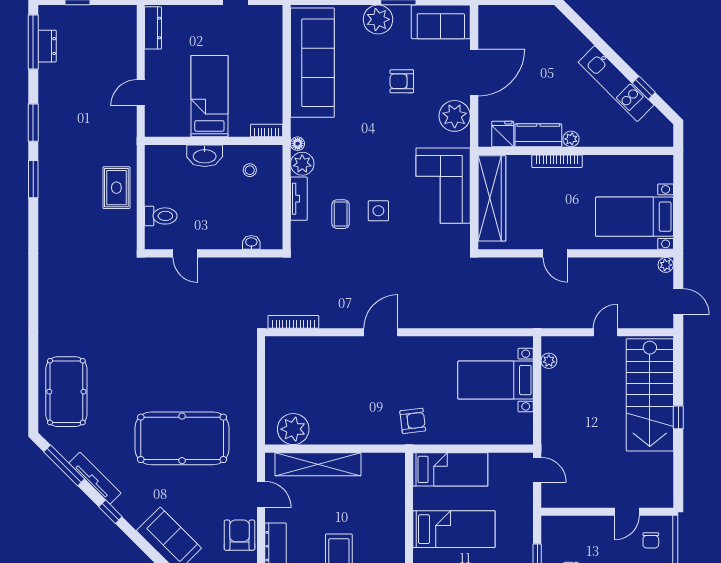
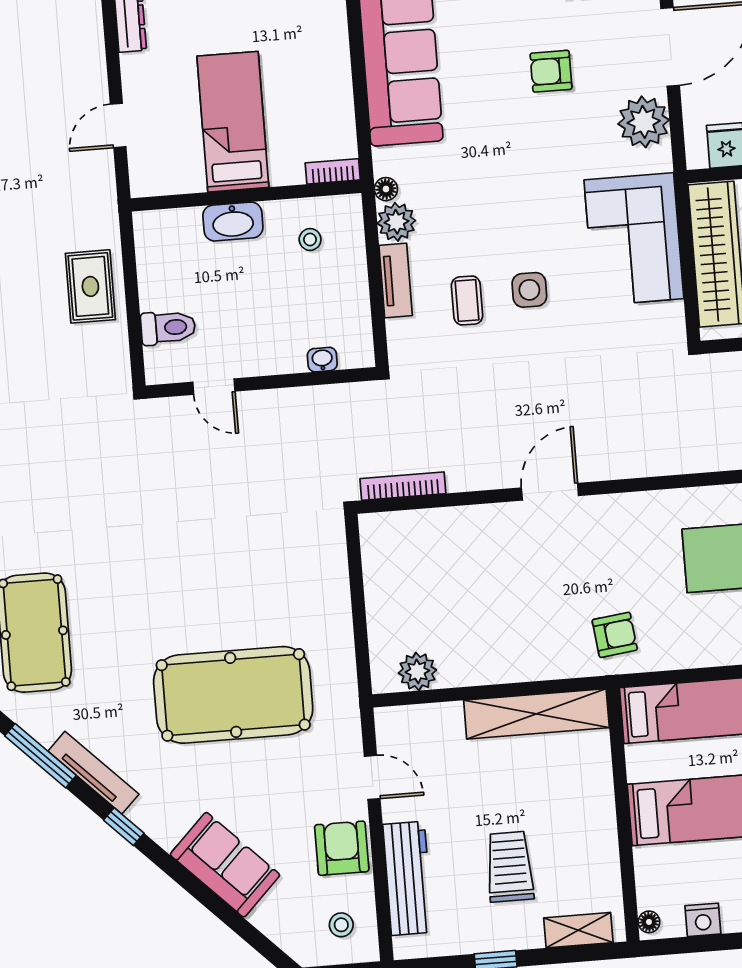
plant: (293, 429) -> (417, 671), width x0.73, depth x0.73
shelving: (318, 464) -> (536, 714), moved

